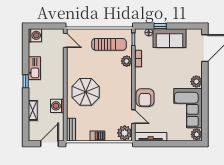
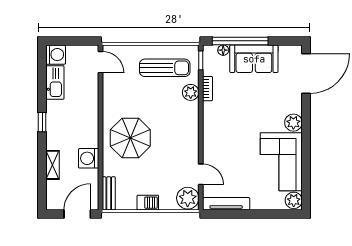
window: (160, 26) -> (240, 41), width x3.17
kitchen sink: (34, 68) -> (55, 82), moved
armchair: (145, 98) -> (218, 146), removed

